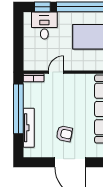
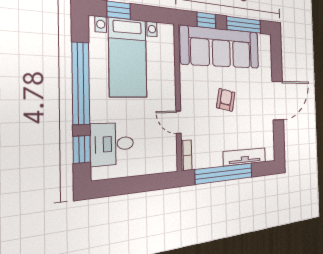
armchair: (64, 134) -> (226, 100), moved

